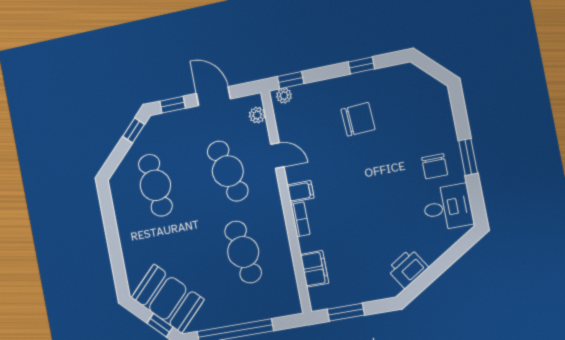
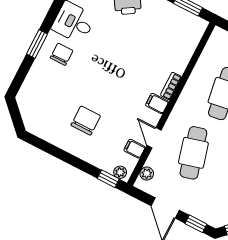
window: (361, 65) -> (57, 153), removed
chair: (358, 119) -> (86, 120), turned 93
filing cabinet: (314, 269) -> (135, 149), moved, width x0.50

